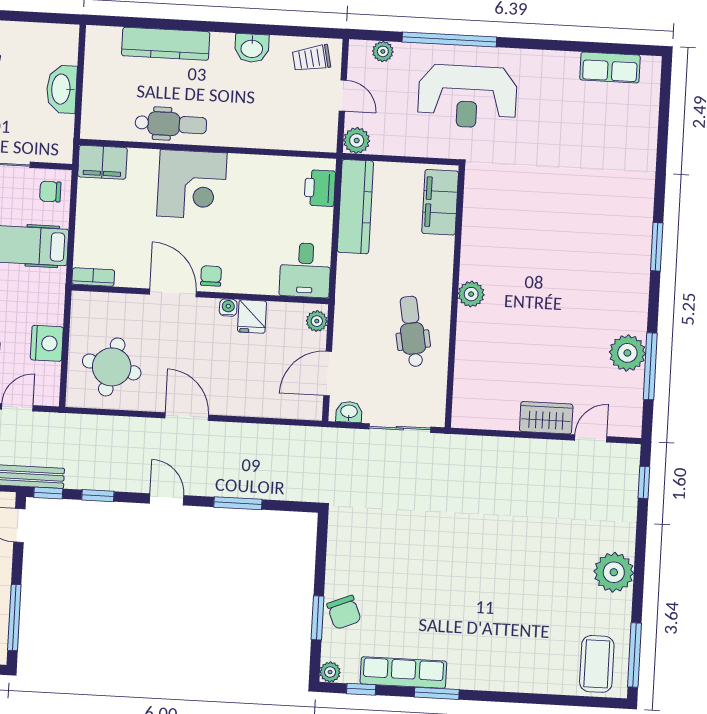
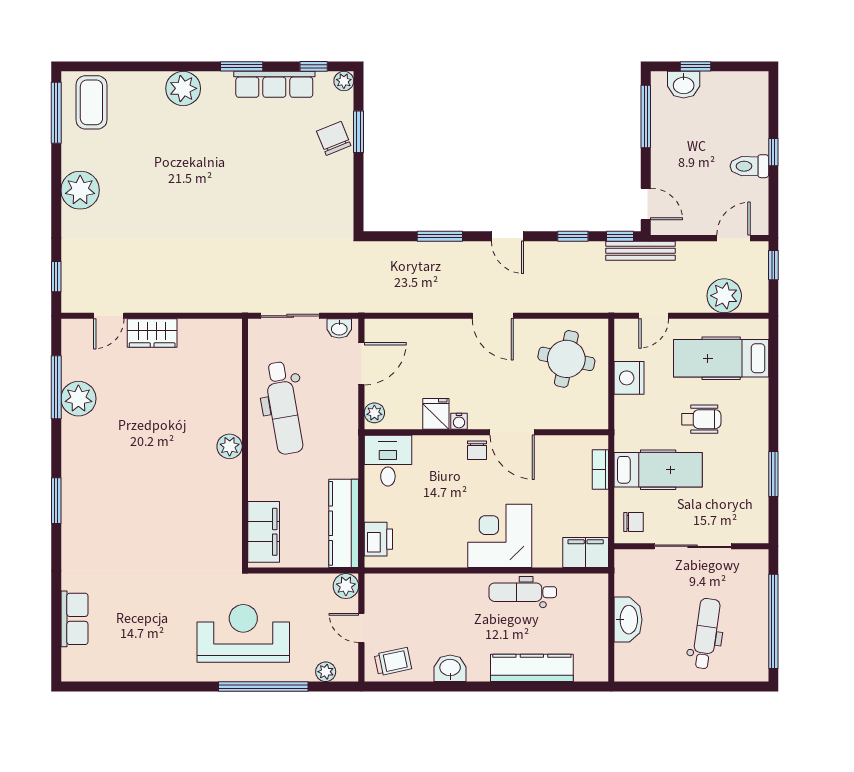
row of seats: (610, 67) -> (74, 619), moved, turned 90
bookcase: (93, 277) -> (600, 470), moved, turned 90
dental chair: (412, 331) -> (284, 408), width x1.36, depth x1.38
plant: (500, 673) -> (183, 88), added

